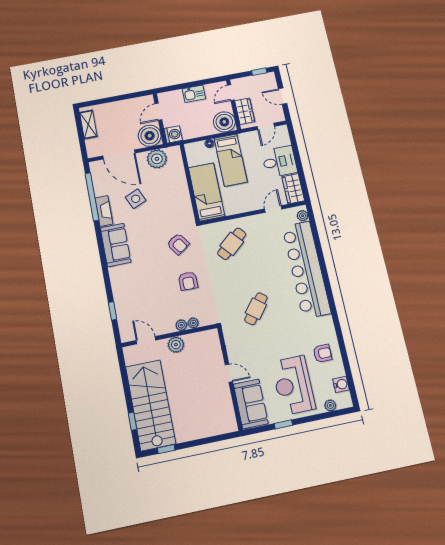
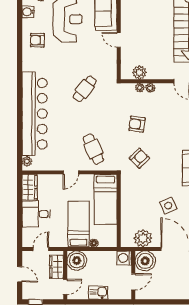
door: (273, 209) -> (71, 172), moved
armchair: (178, 244) -> (139, 158), turned 80
cafe table: (232, 244) -> (93, 149), turned -73
armchair: (188, 281) -> (137, 124), turned -82
plant: (176, 345) -> (139, 72), moved

